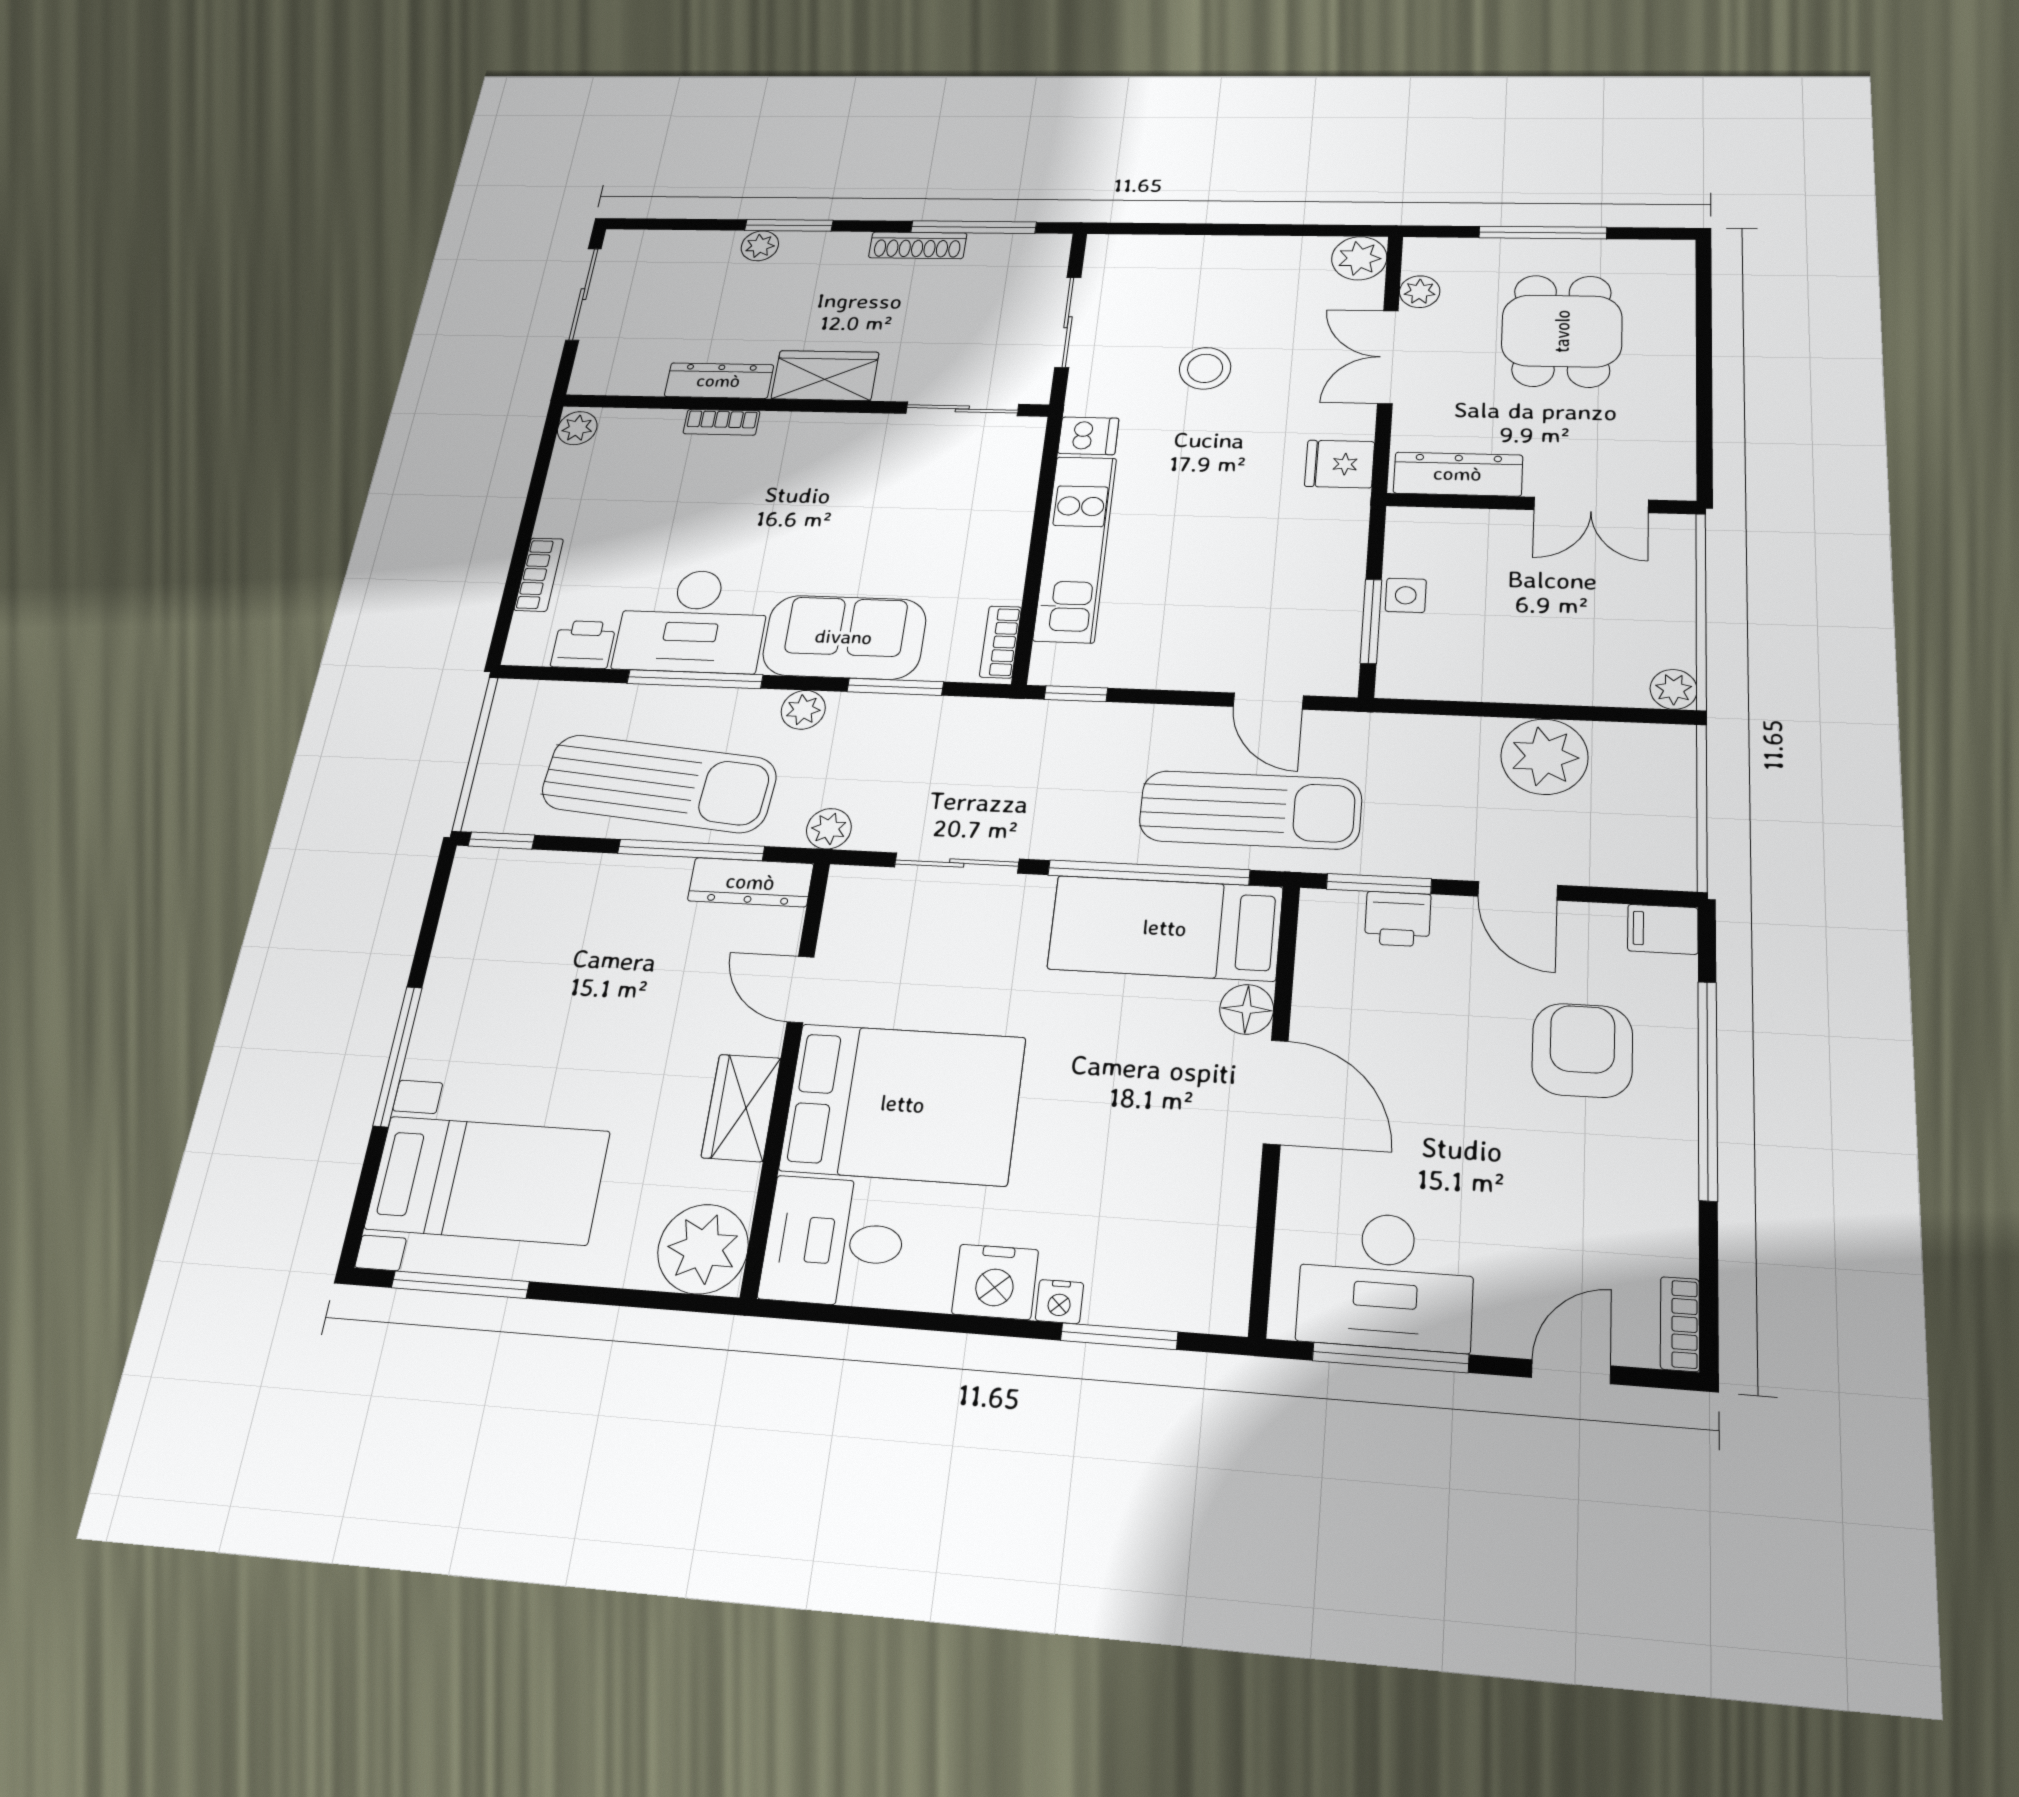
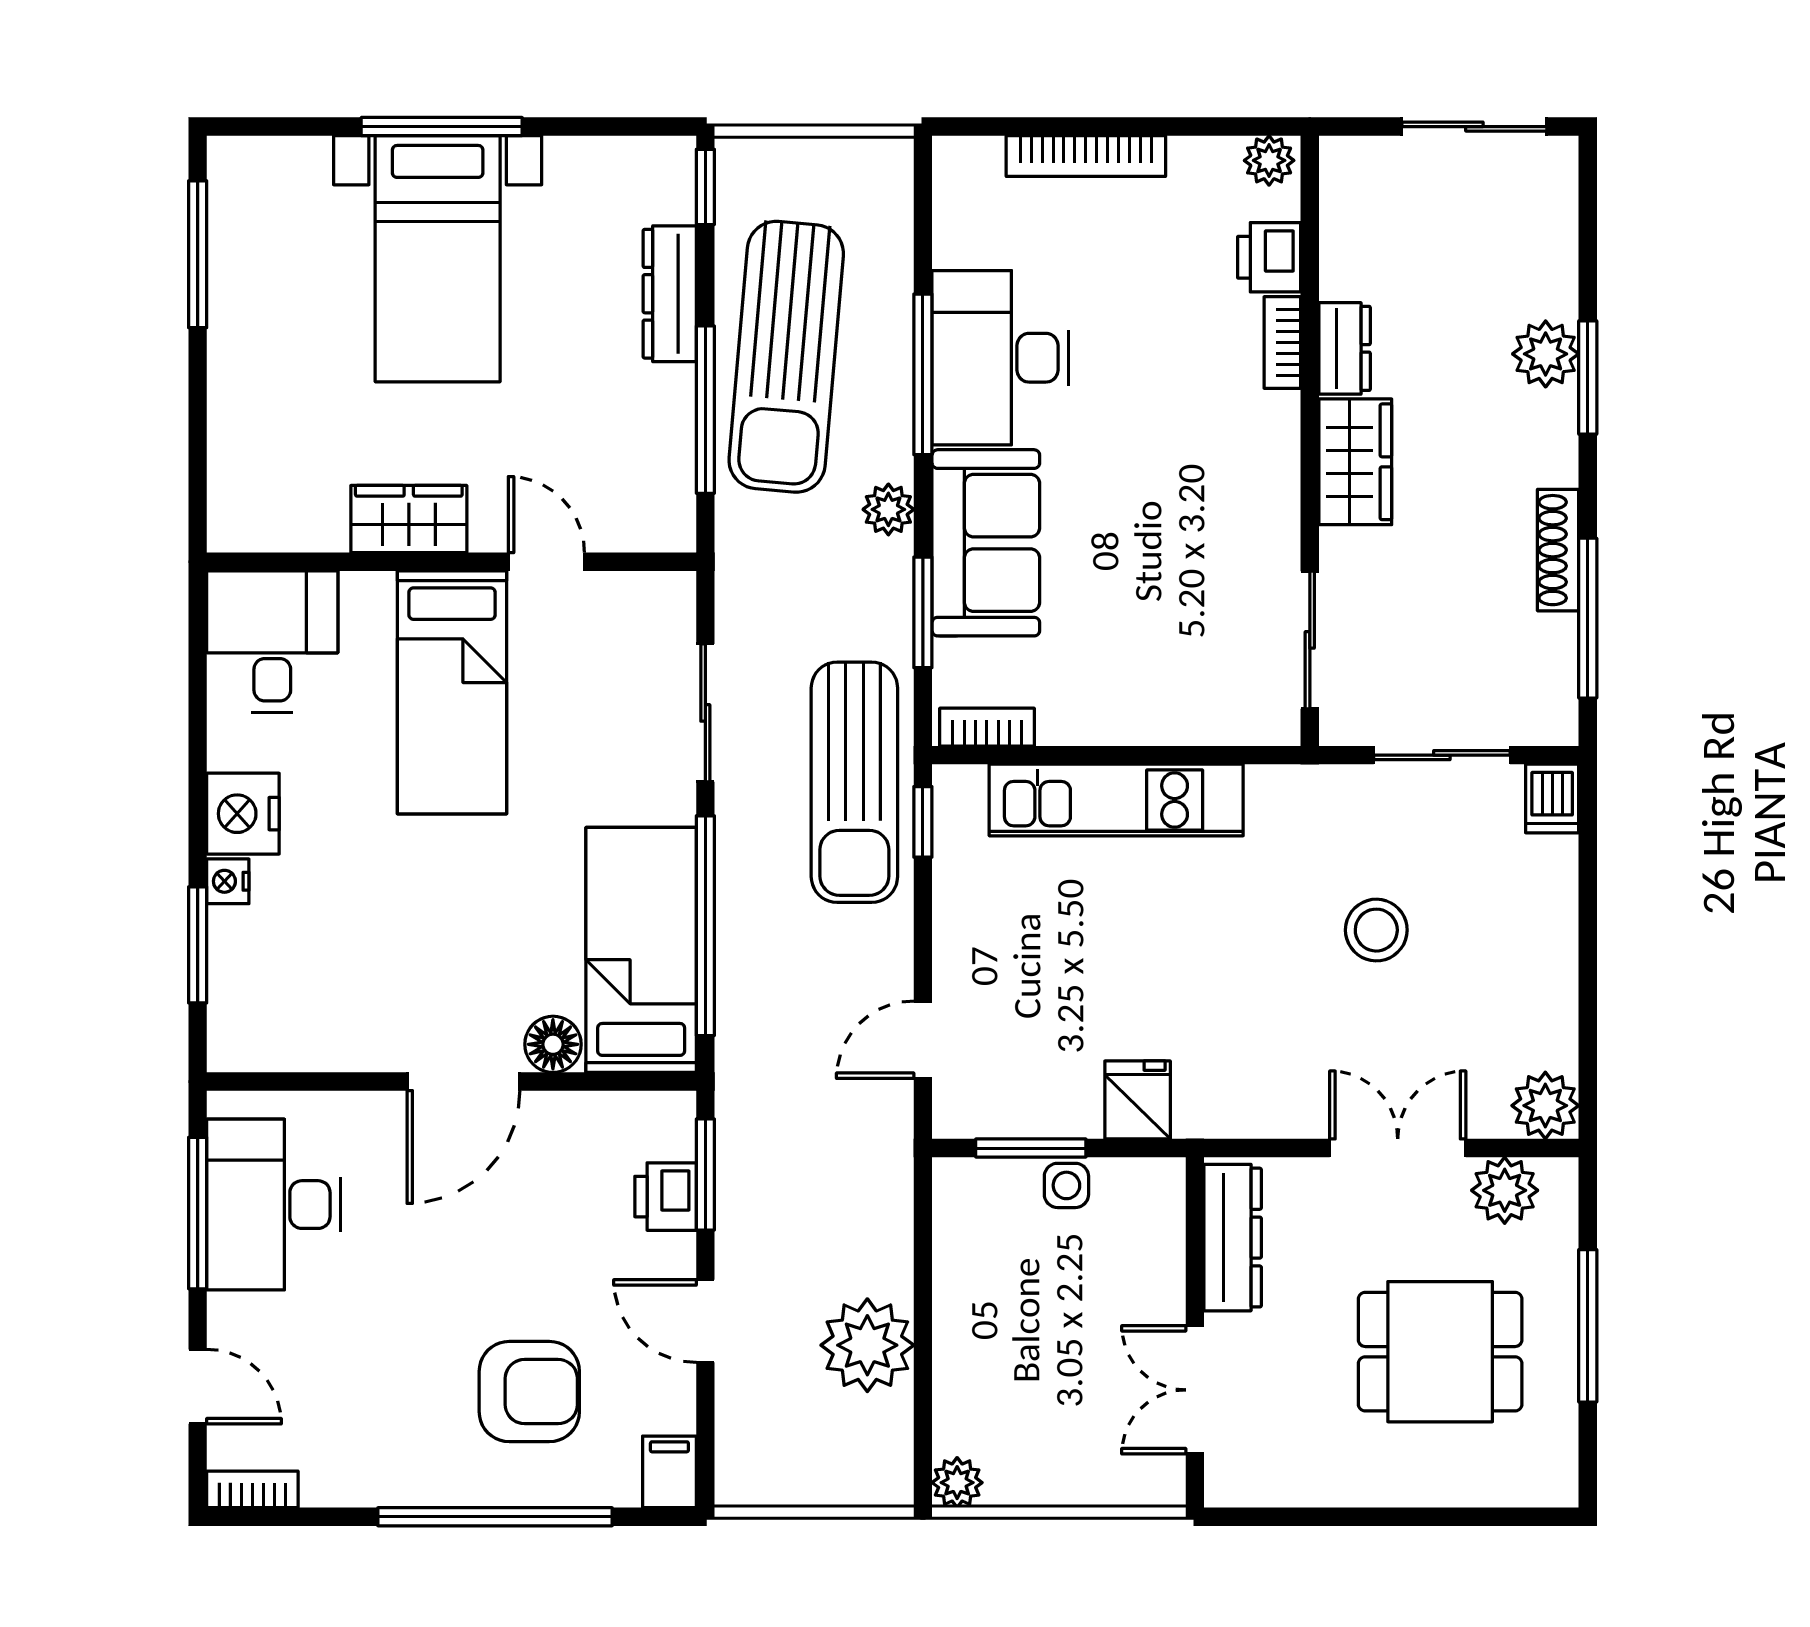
plant: (760, 246) -> (1546, 354), width x1.38, depth x1.38
plant: (1420, 292) -> (1505, 1190), width x1.38, depth x1.38
dresser: (719, 381) -> (1345, 348), width x0.70
dishwasher: (1088, 436) -> (1552, 799), moved
fridge: (1340, 464) -> (1138, 1100), moved
bookcase: (539, 575) -> (1086, 156), width x1.56
printer: (583, 644) -> (1269, 257), moved, turned 180
sun lounger: (1250, 810) -> (854, 782), moved
plant: (829, 829) -> (740, 563), removed
dresser: (751, 882) -> (670, 294), moved
door: (1518, 891) -> (705, 1321), hinge flipped
door: (801, 989) -> (546, 562), hinge flipped
bed: (903, 1104) -> (452, 692), width x0.67
bed with nightstands: (487, 1180) -> (438, 259), moved
plant: (703, 1249) -> (254, 505), removed

